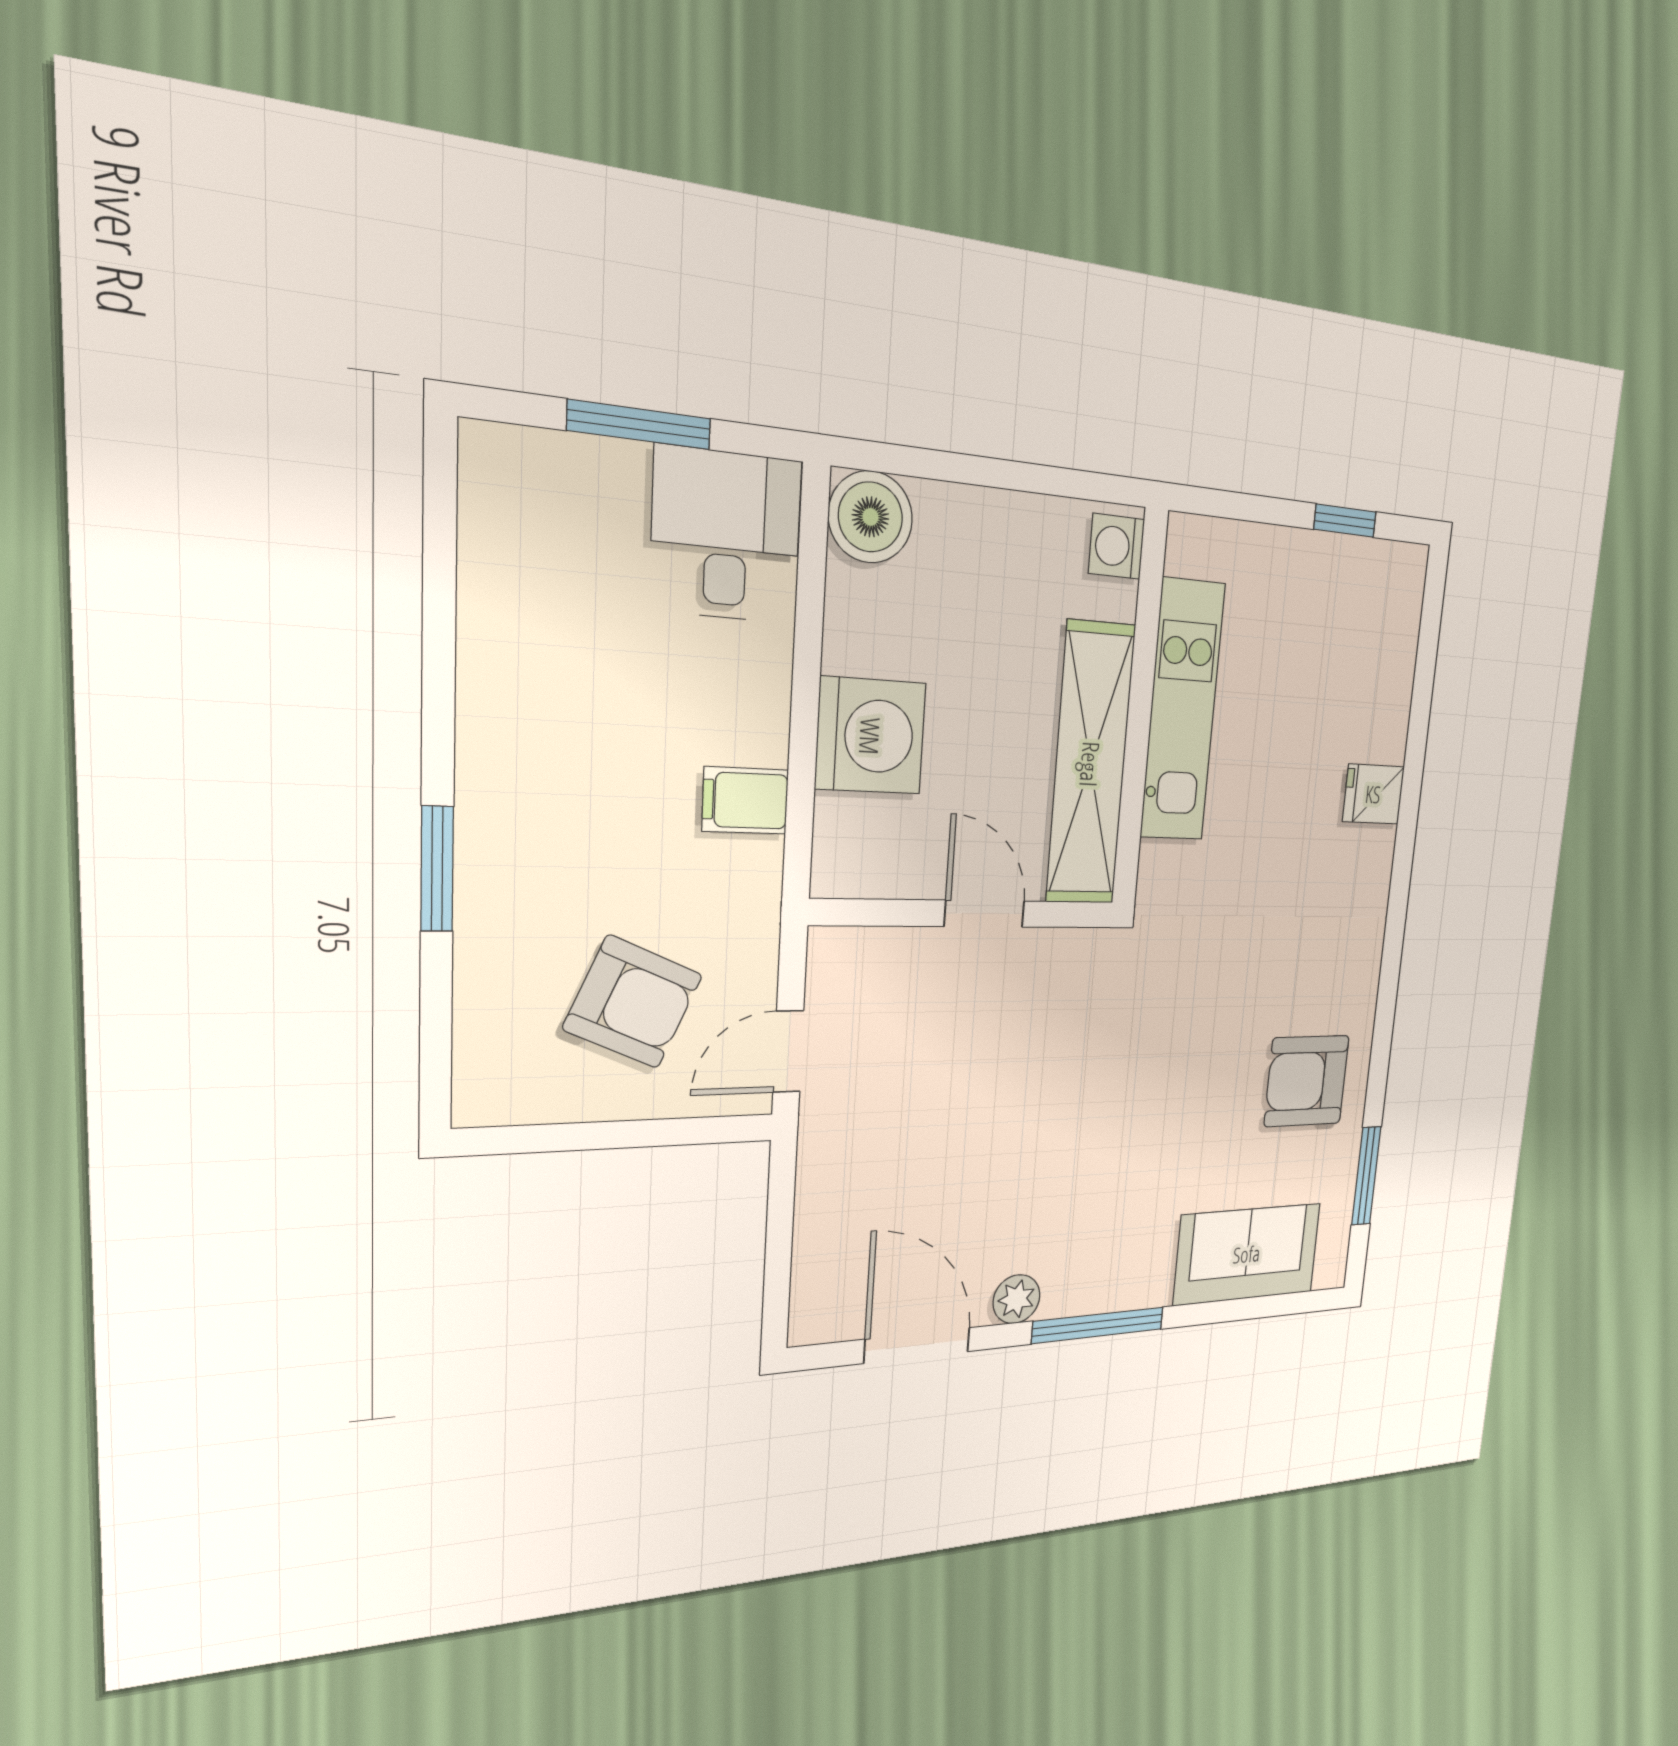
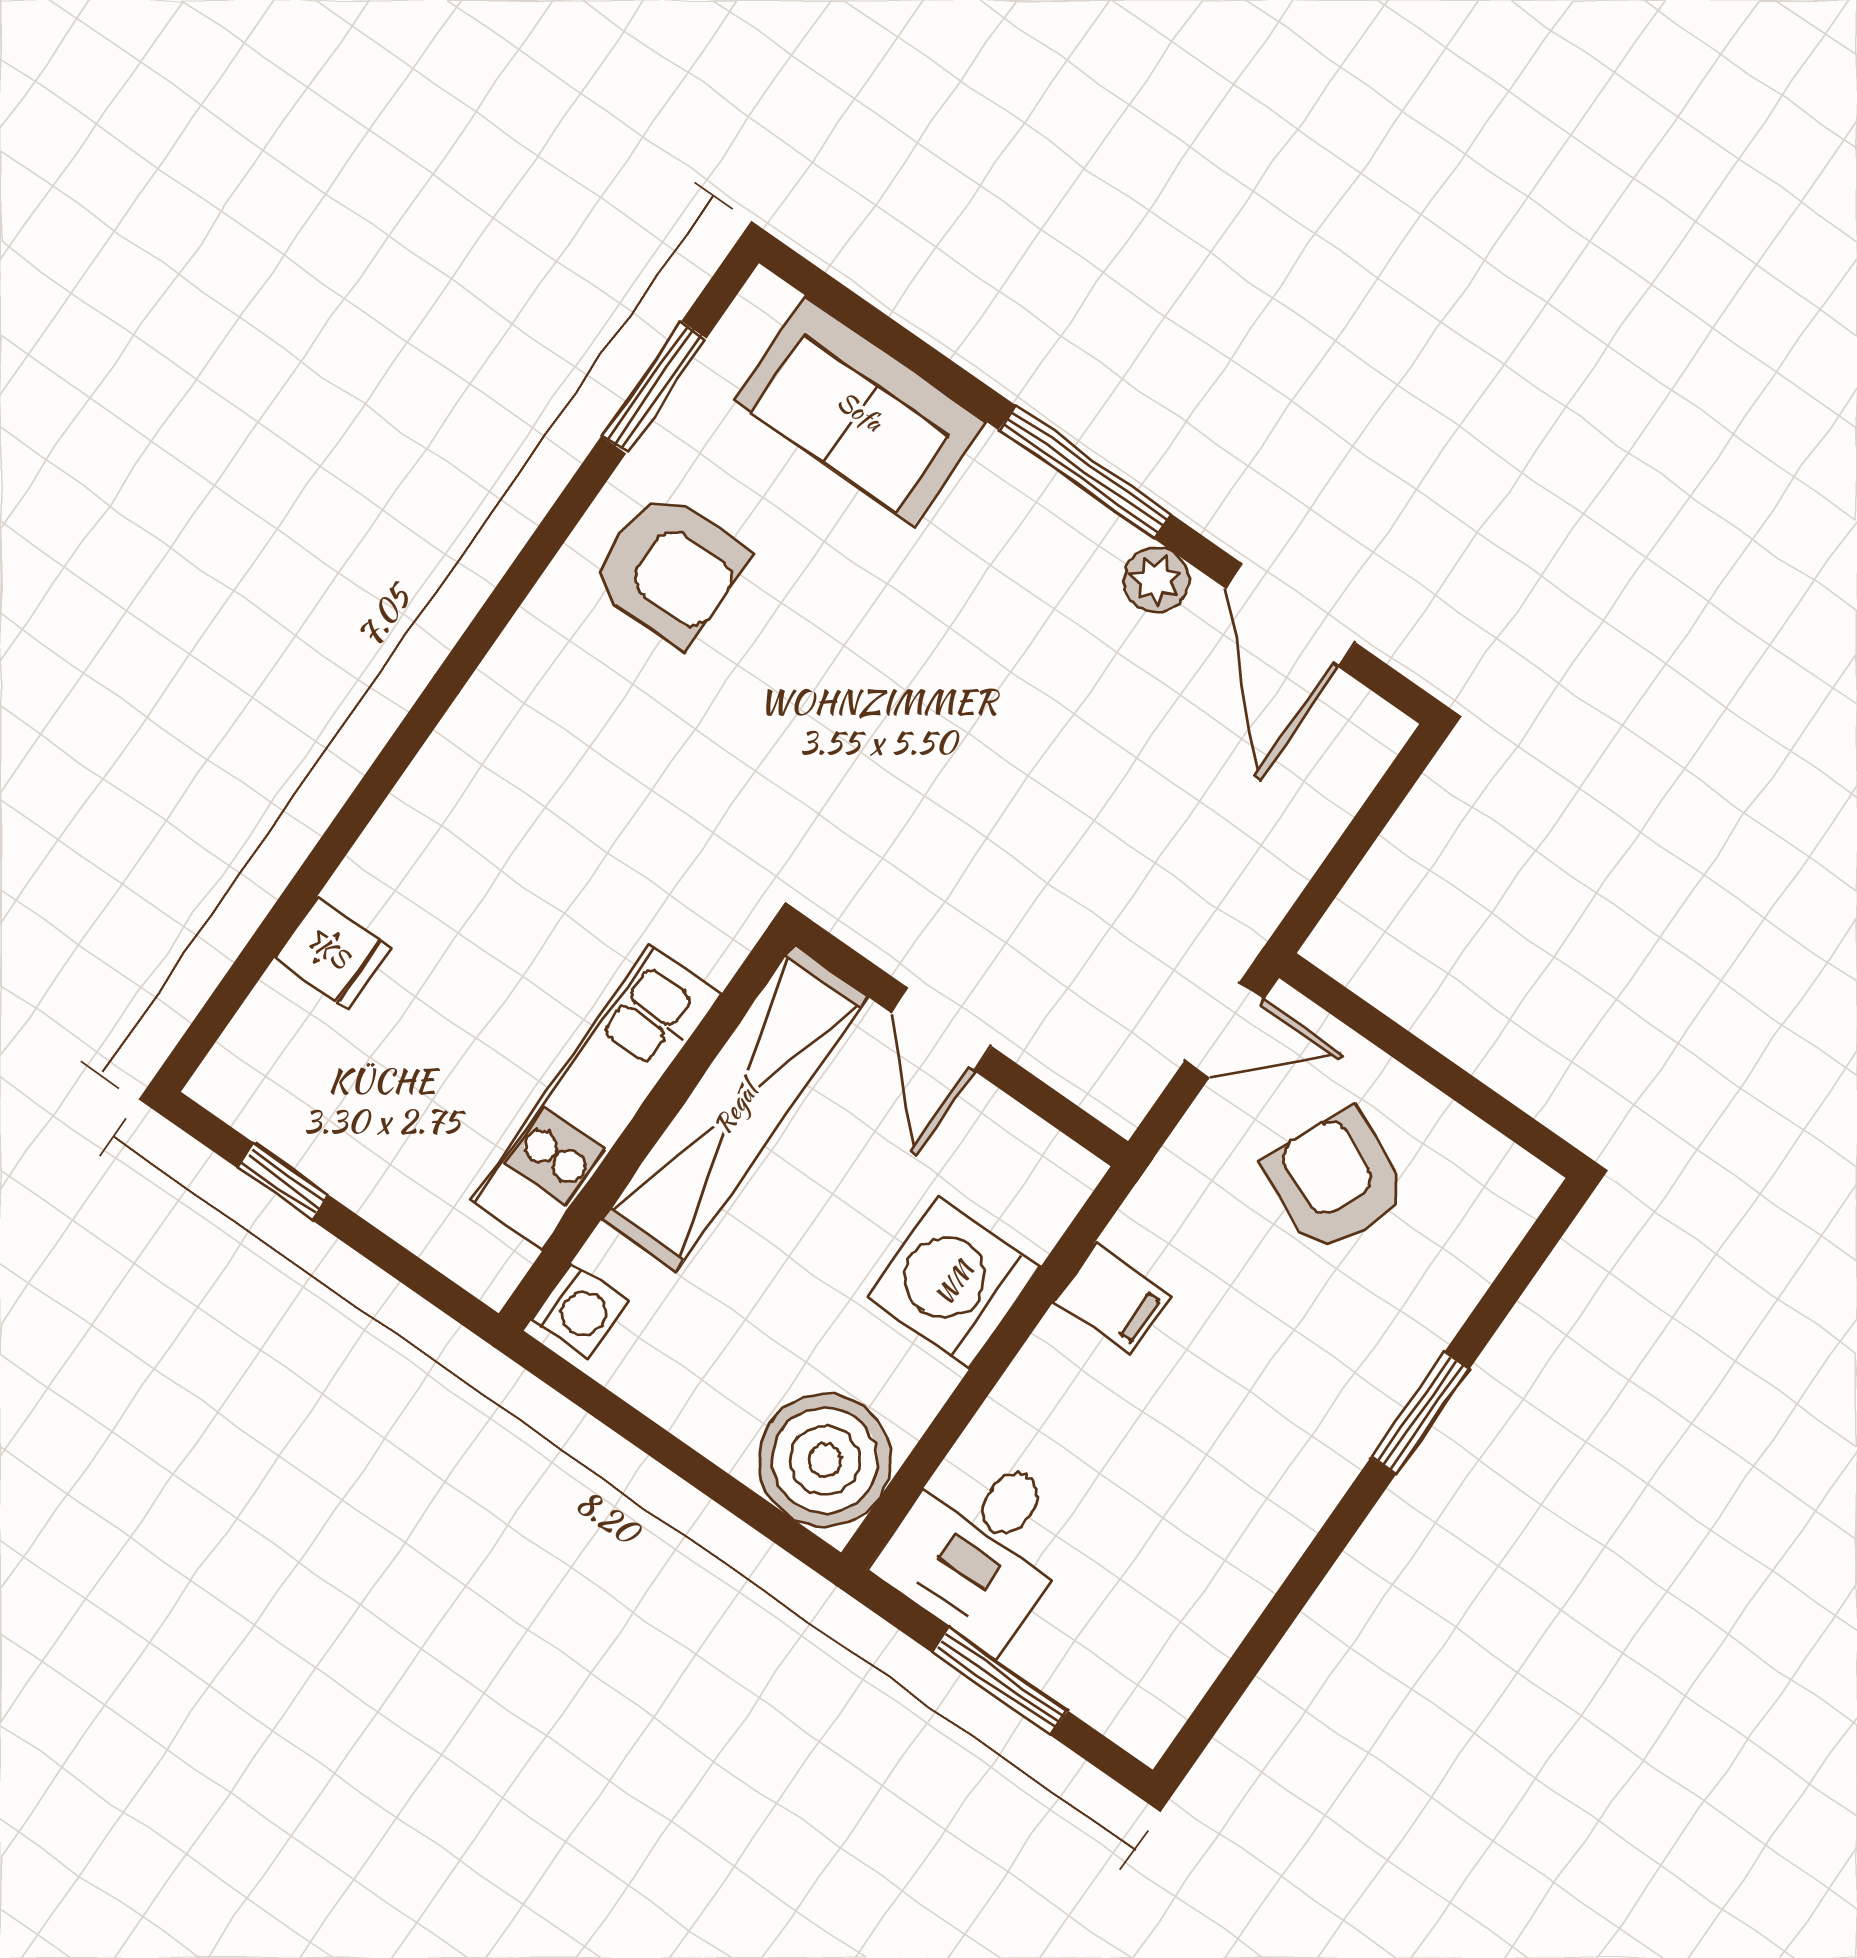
boiler: (870, 517) -> (825, 1460), width x1.37, depth x1.37
fridge: (1373, 794) -> (333, 952), moved

